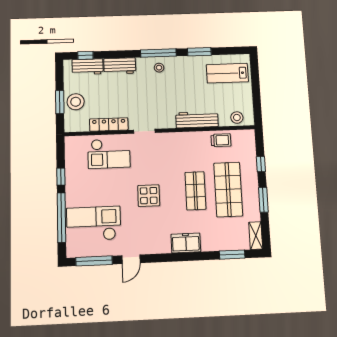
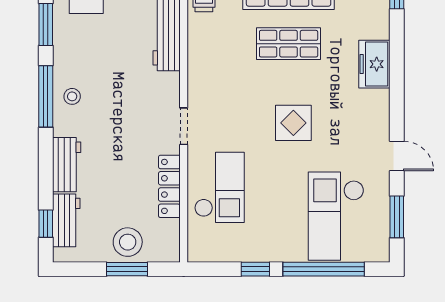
window: (94, 261) -> (397, 217), width x0.69

